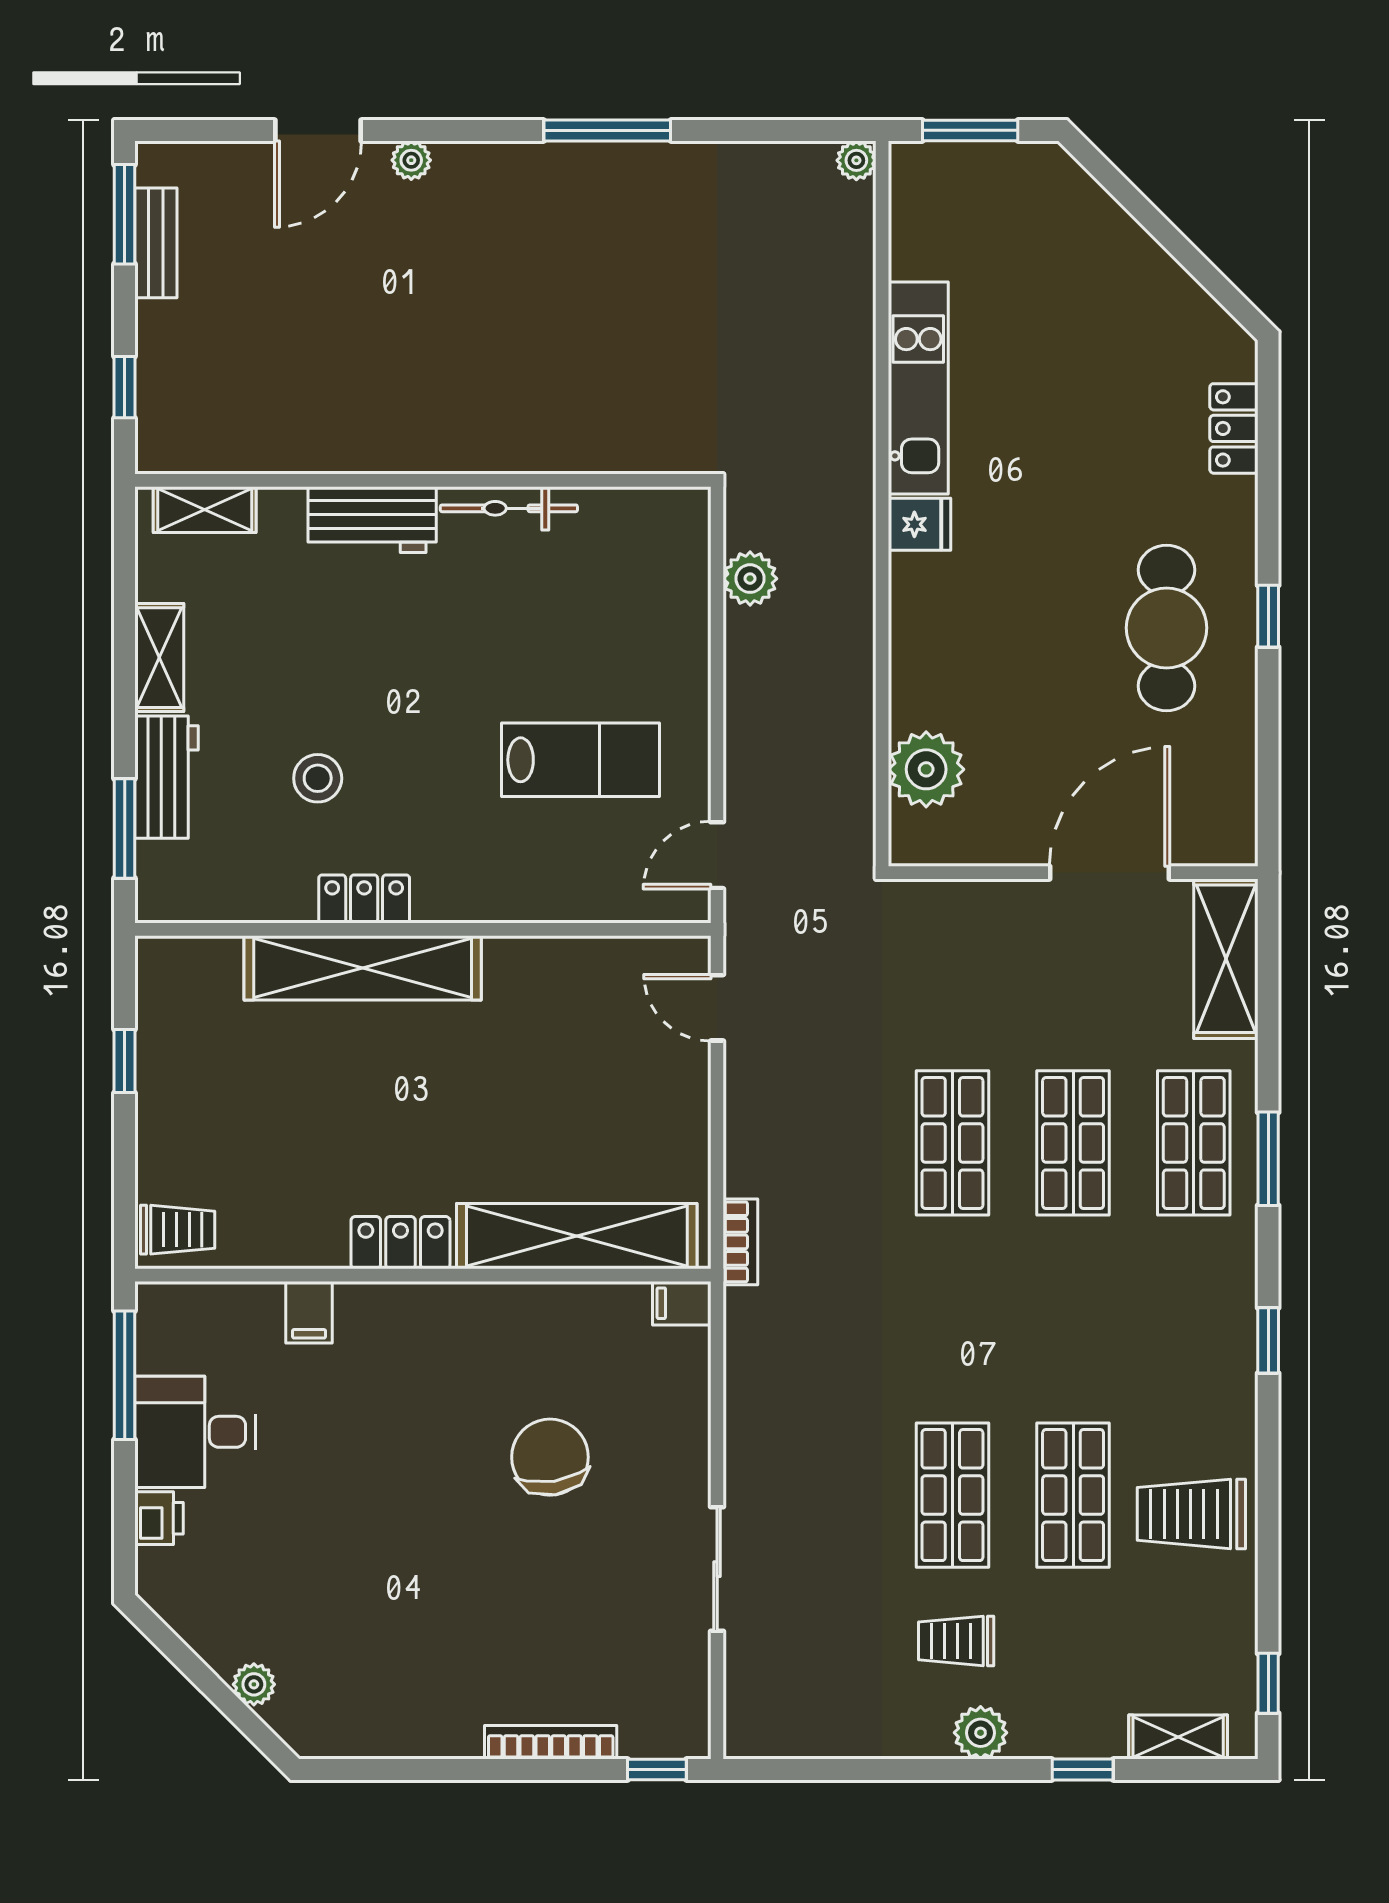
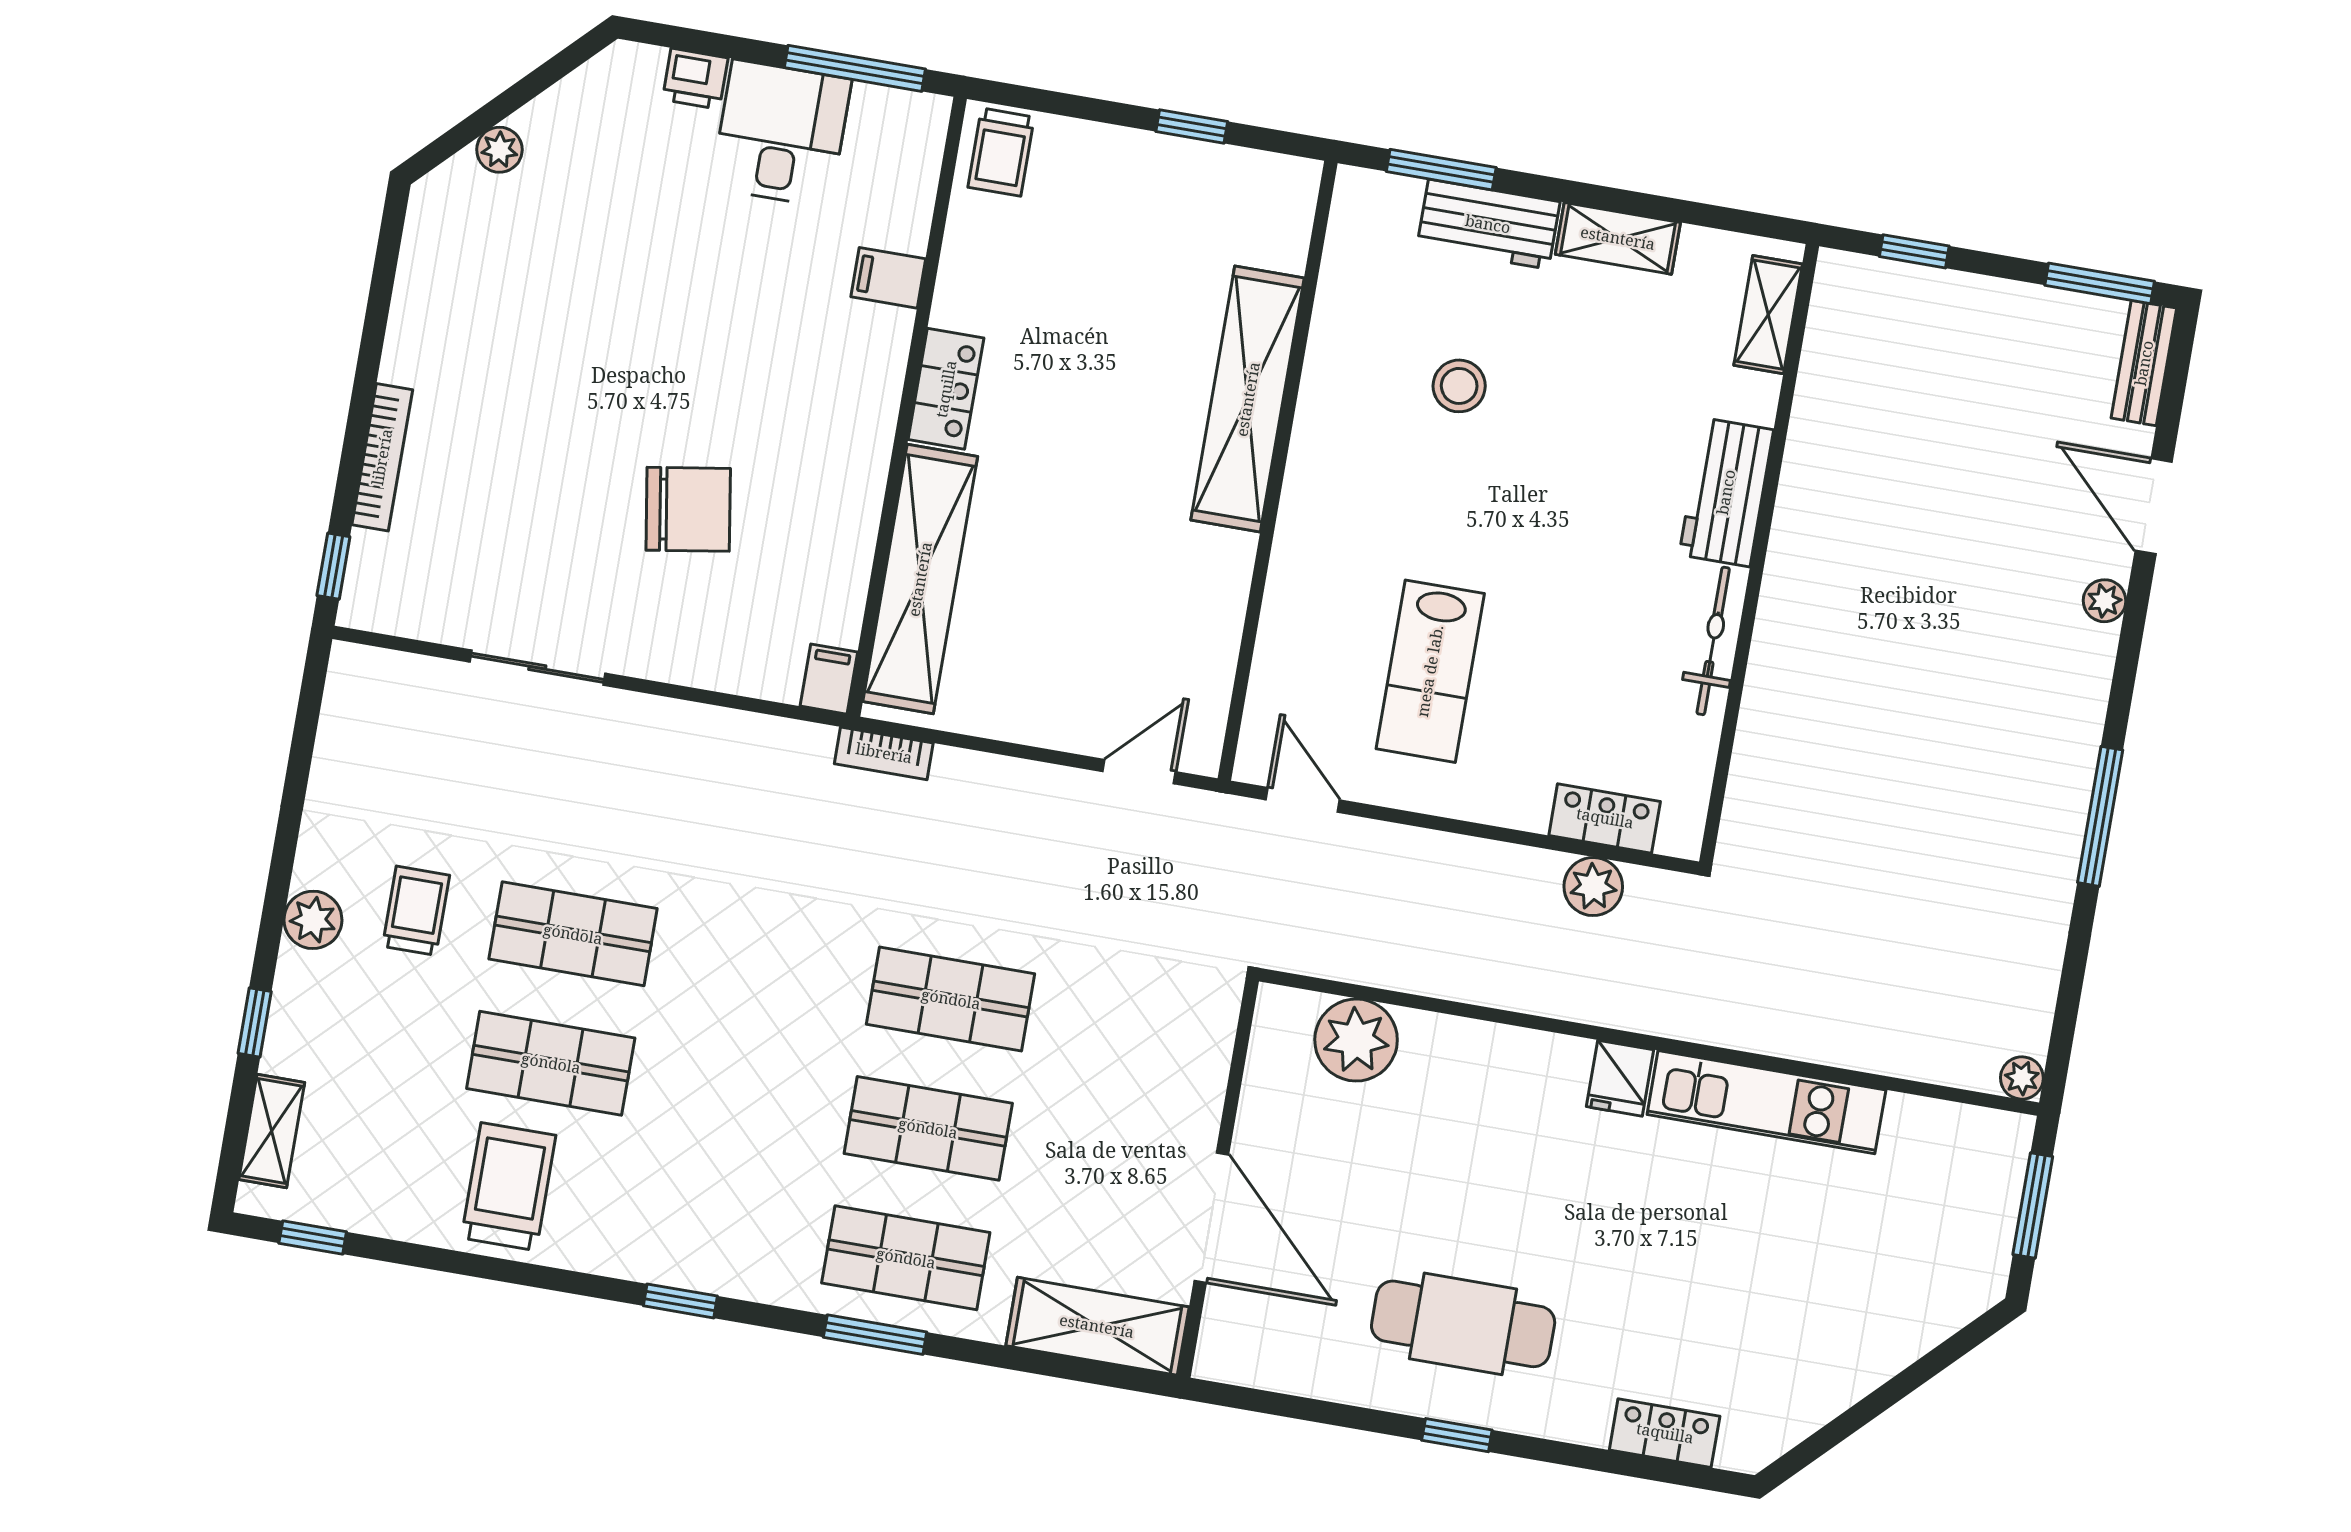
bench: (156, 243) -> (2144, 363), moved, turned 90
locker: (364, 899) -> (1605, 818), moved, turned -90

